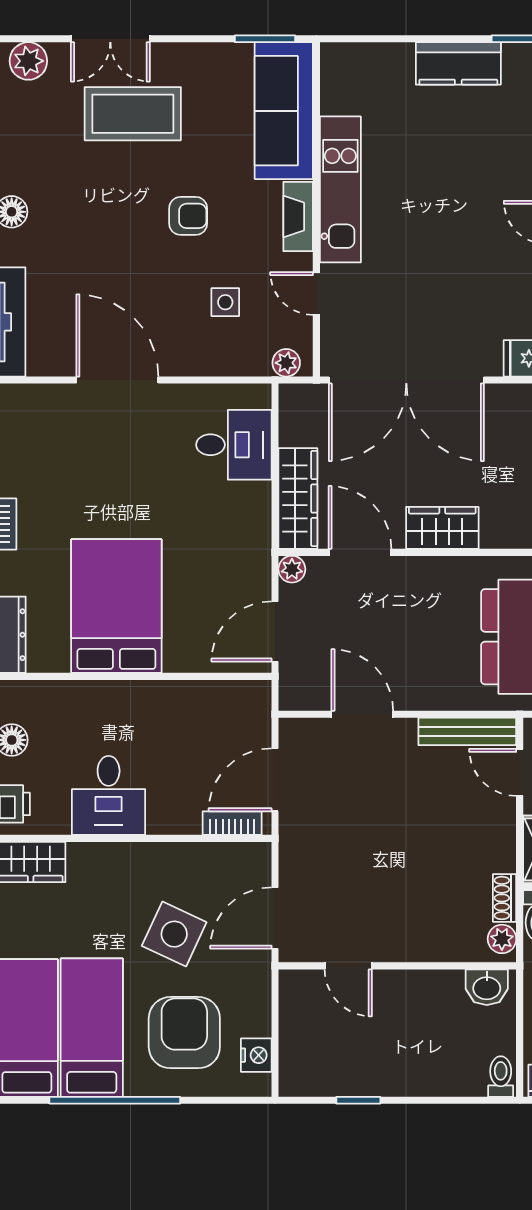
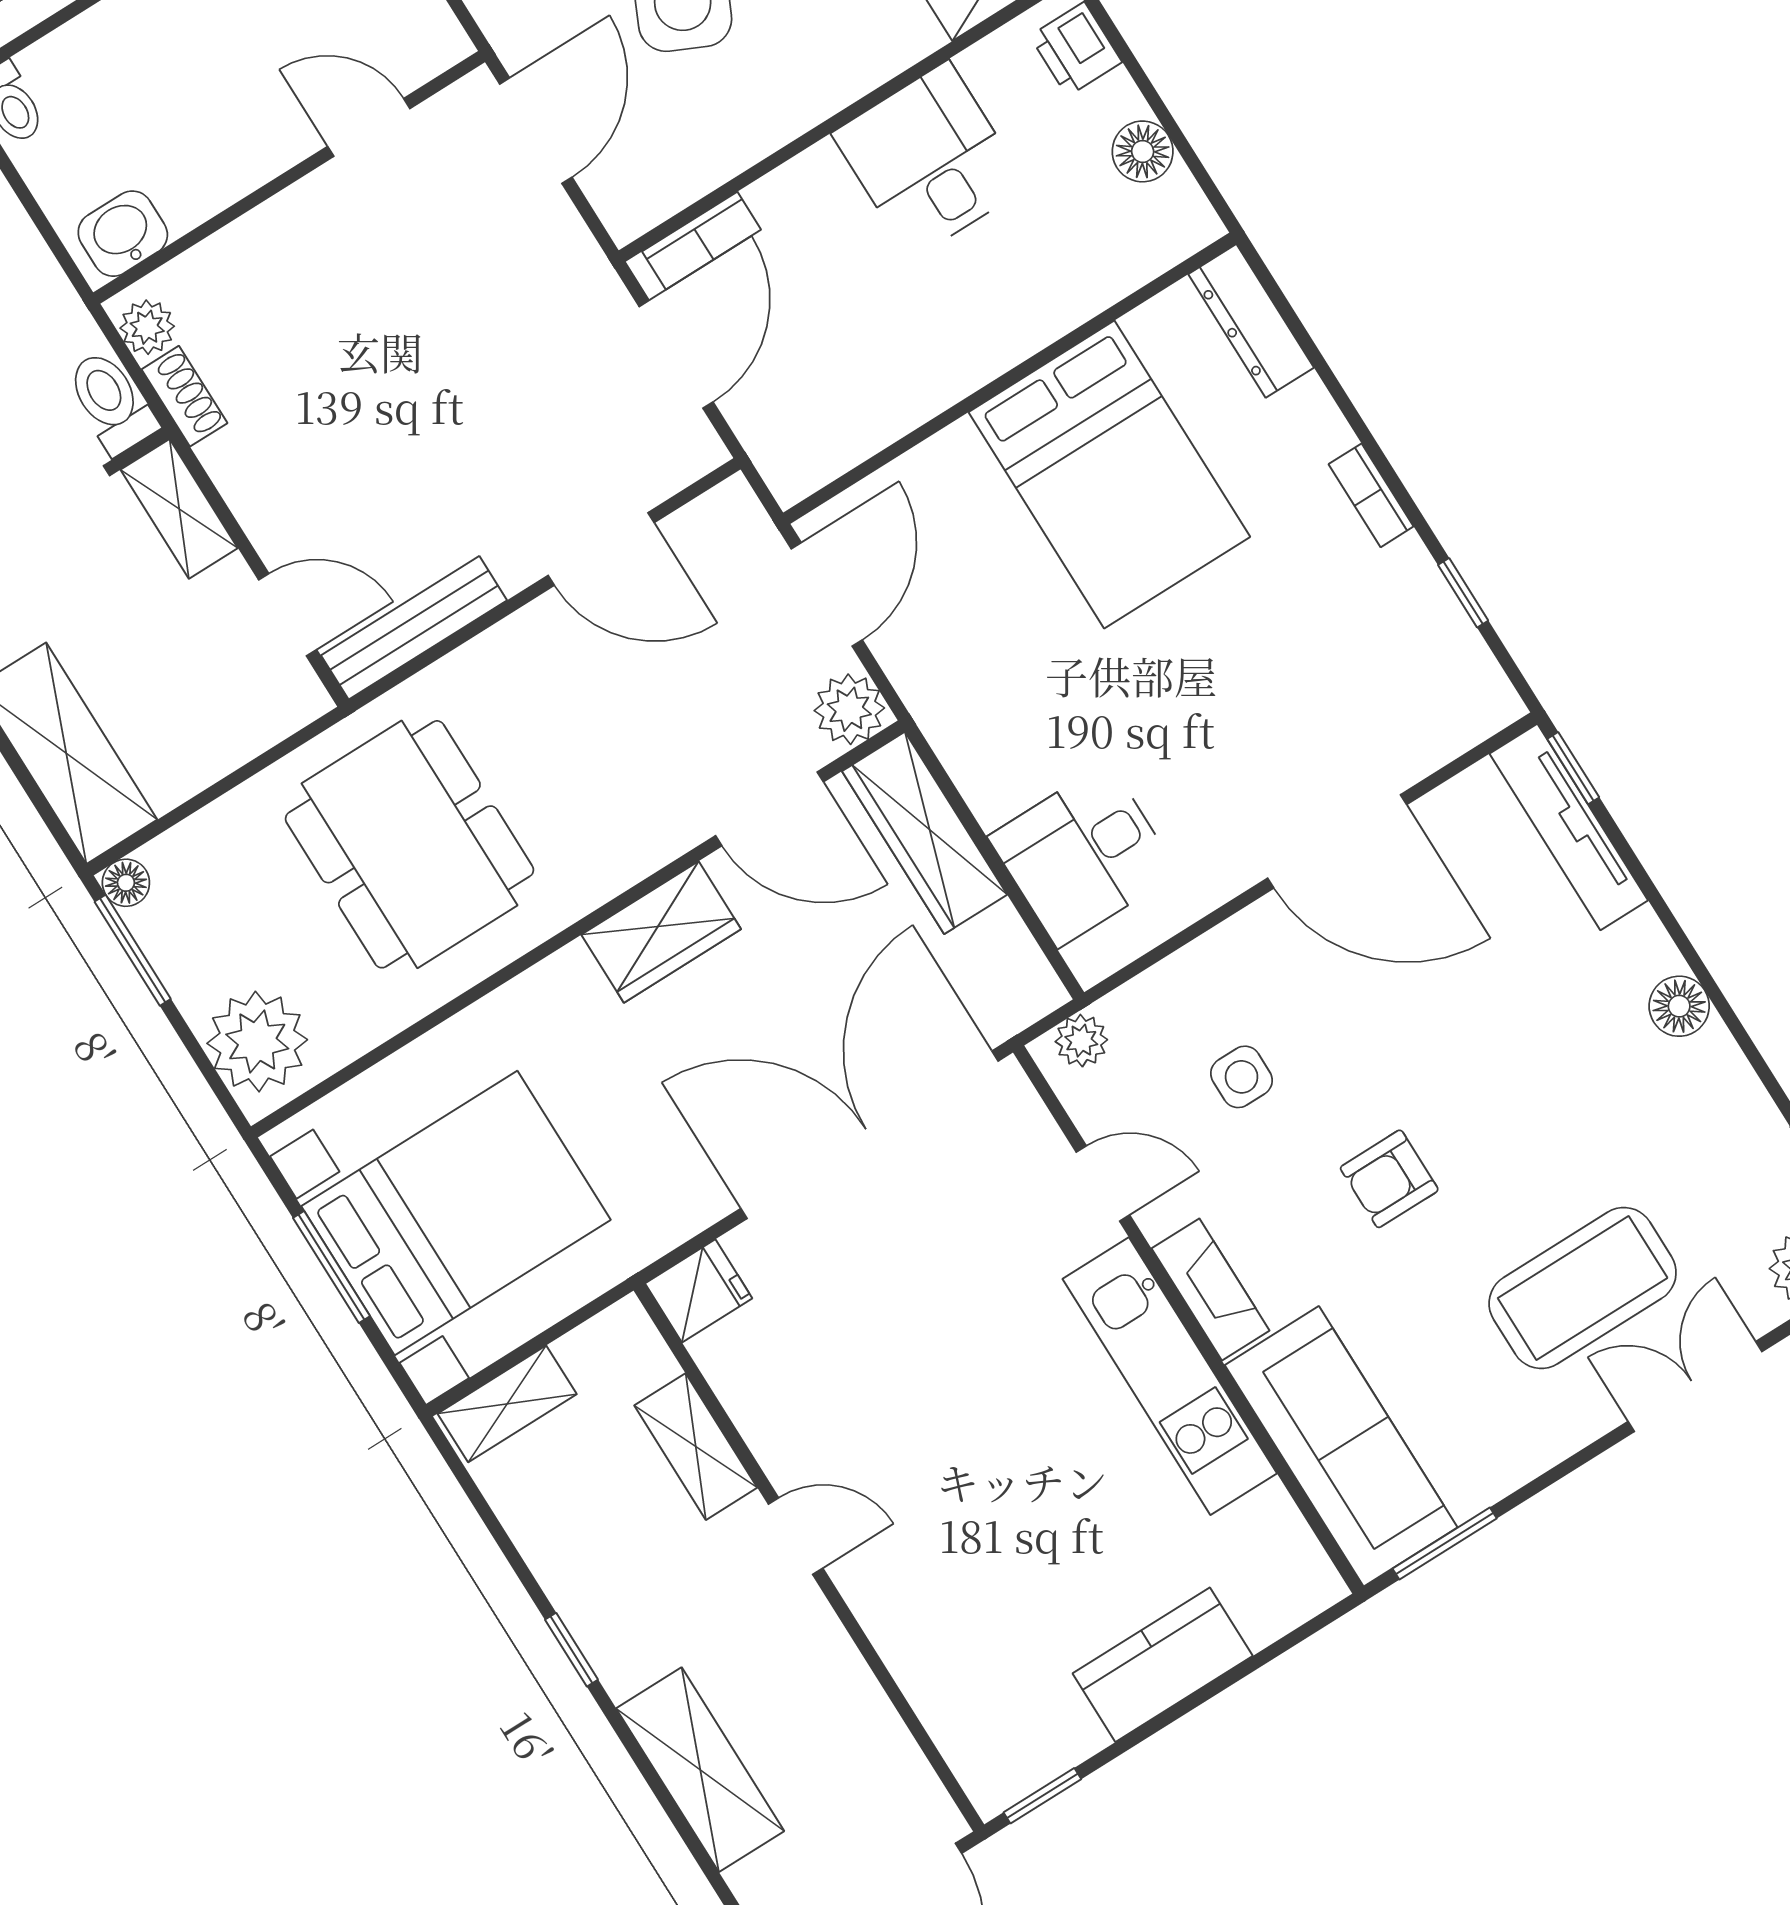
kitchen counter: (458, 63) -> (1163, 1665), moved
plant: (292, 569) -> (849, 709), width x1.38, depth x1.38

